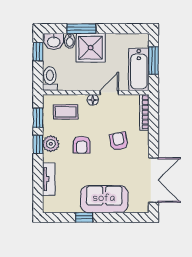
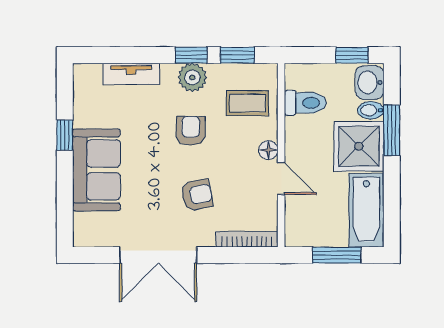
bathtub: (139, 69) -> (366, 210), moved, turned -90
toilet: (50, 79) -> (305, 103), moved
coffee table: (66, 112) -> (248, 103), turned 90
armchair: (82, 145) -> (191, 131), turned 90
double door: (153, 180) -> (158, 255), moved

